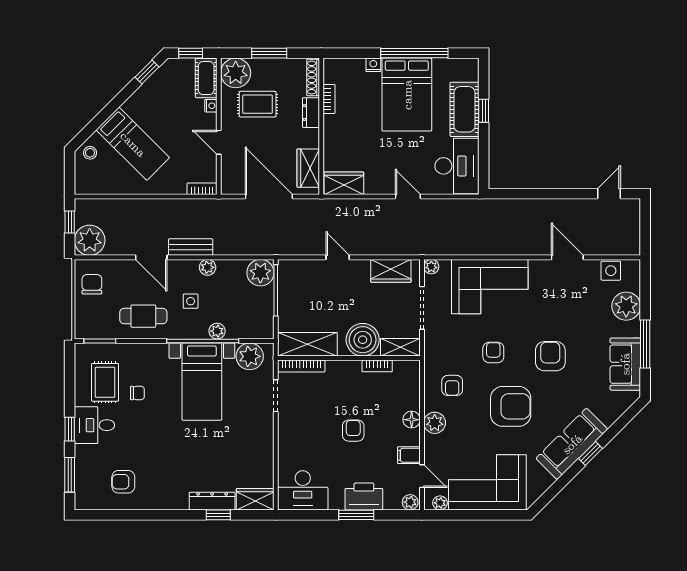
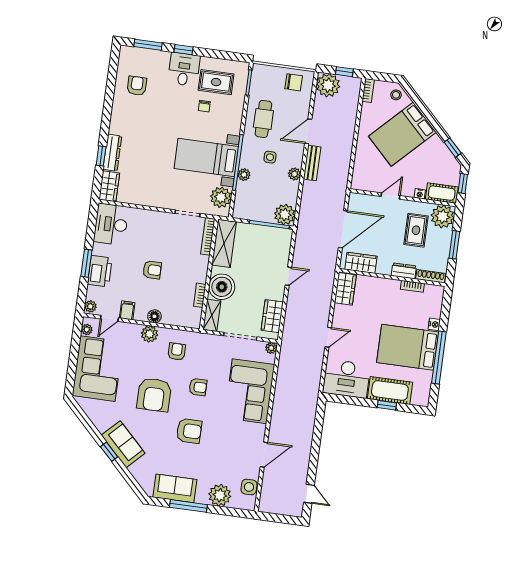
bed: (133, 144) -> (402, 134), width x1.50
bookcase: (202, 189) -> (368, 90), moved
armchair: (452, 385) -> (177, 352), turned 90
sofa: (572, 444) -> (123, 444), width x0.73

